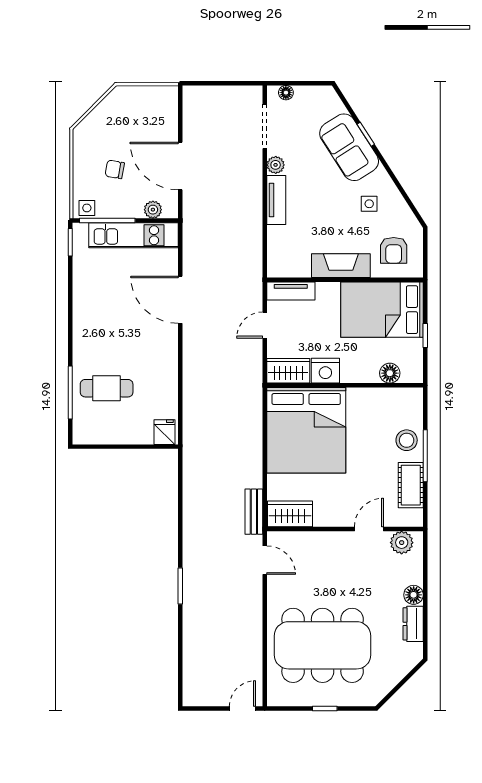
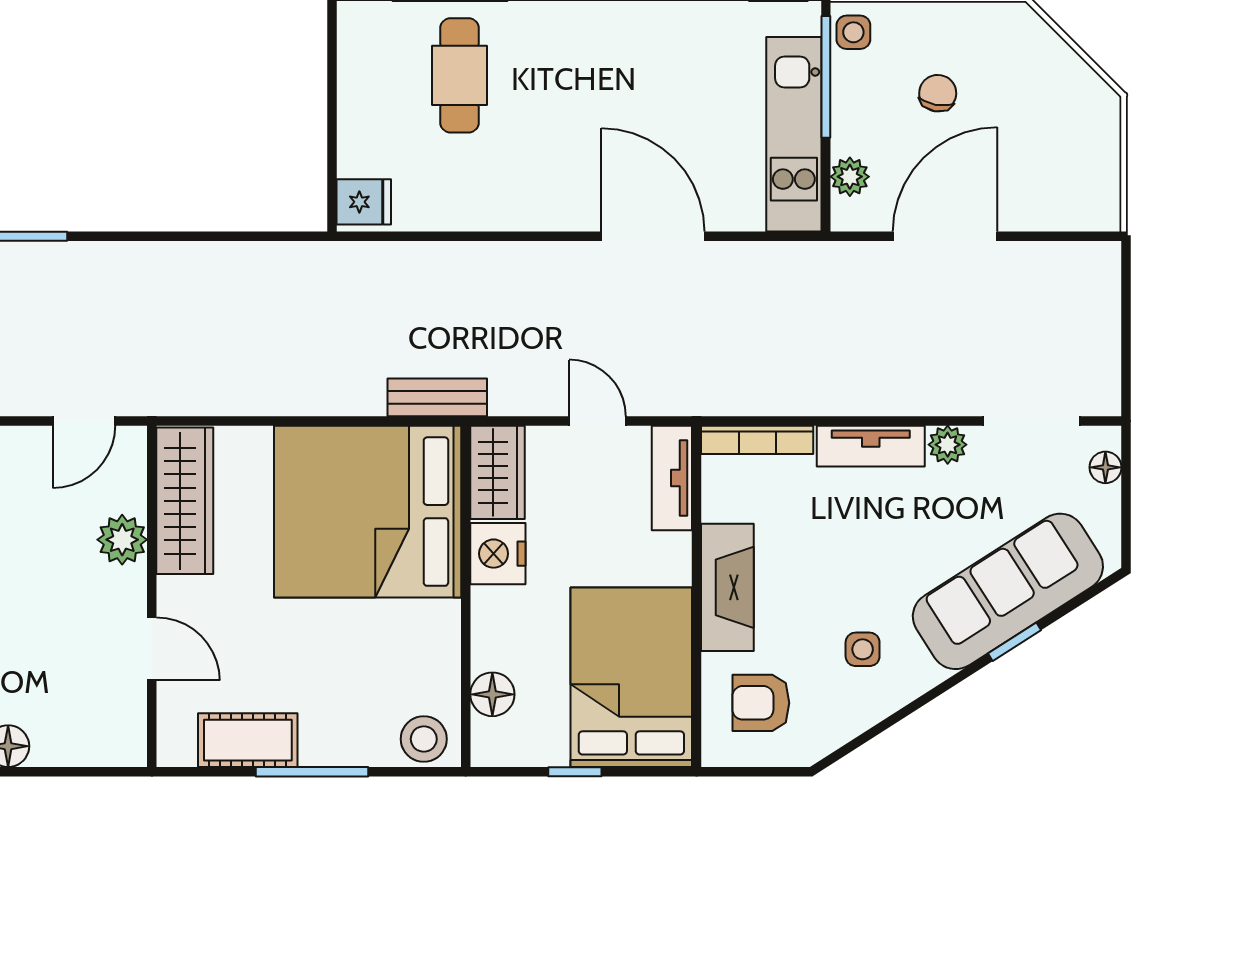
sofa: (349, 147) -> (1008, 591), width x1.36
bookcase: (273, 252) -> (757, 440), added
door: (180, 300) -> (653, 236), hinge flipped
stool: (407, 440) -> (424, 739), moved
bench: (254, 512) -> (437, 397), moved
wardrobe: (290, 514) -> (185, 501), width x1.50
plant: (402, 543) -> (122, 540), moved

